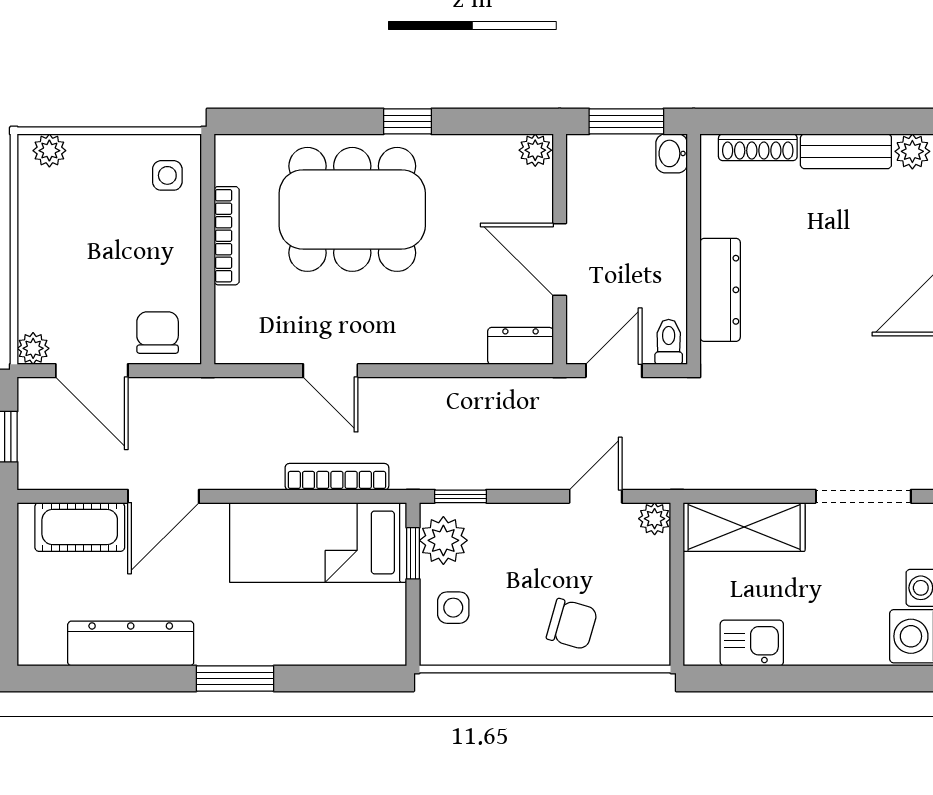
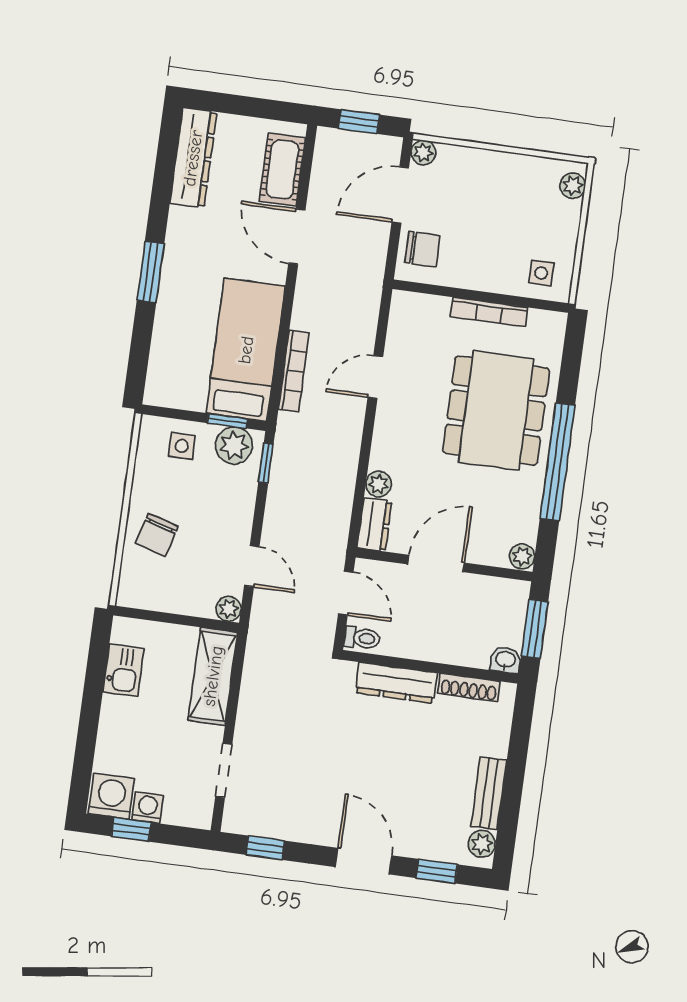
window: (407, 121) -> (557, 462), width x3.17
shoe rack: (758, 147) -> (469, 687), moved, turned -90
plant: (468, 348) -> (378, 484), added
doorway: (863, 496) -> (224, 770), width x0.73
dresser: (131, 643) -> (193, 158), moved

